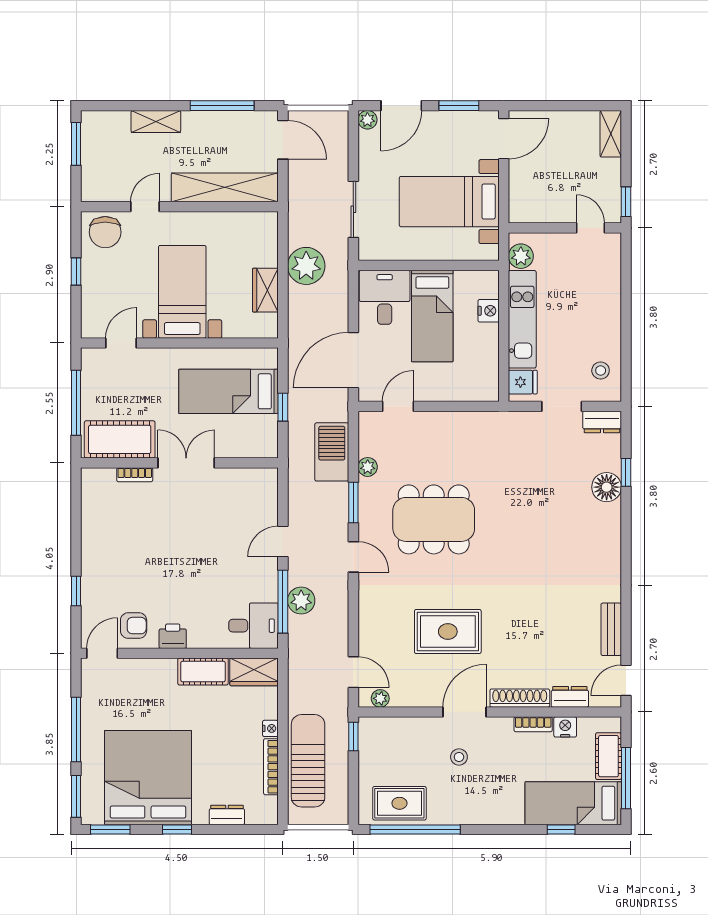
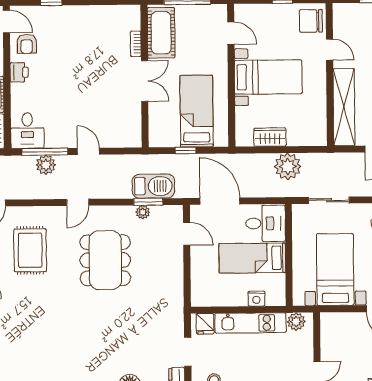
window: (353, 502) -> (148, 202), moved
rug: (448, 632) -> (30, 250), moved

